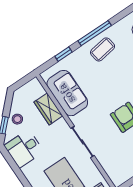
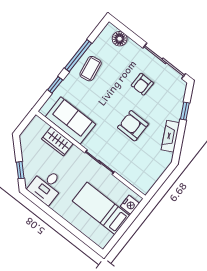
stool: (17, 119) -> (31, 160), removed

